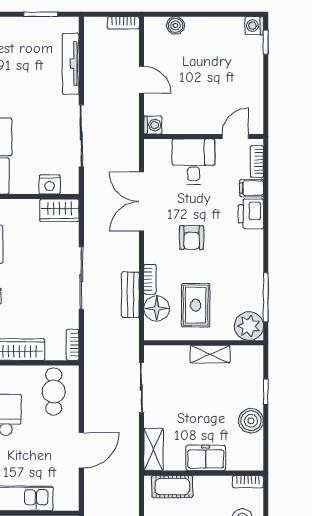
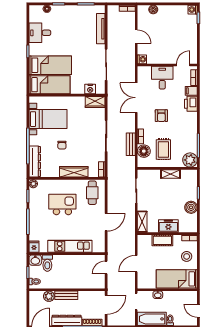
cot: (172, 487) -> (162, 240), moved

